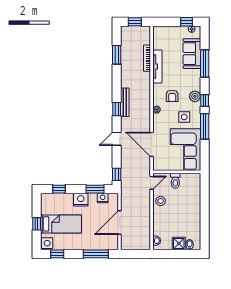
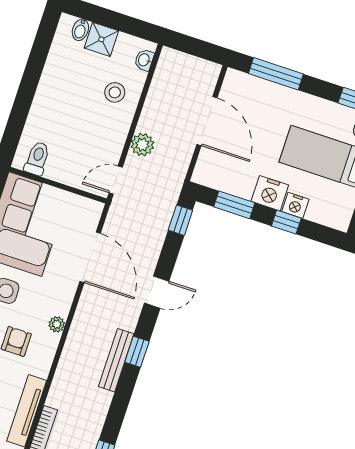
toilet: (175, 181) -> (37, 158), moved
window: (59, 189) -> (286, 222), moved
nightstand: (103, 198) -> (295, 205), moved
stool: (161, 201) -> (115, 92), moved
plant: (145, 203) -> (142, 145), added
door: (120, 223) -> (207, 121), hinge flipped

